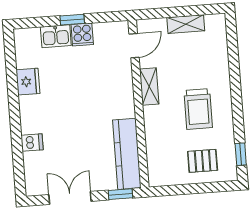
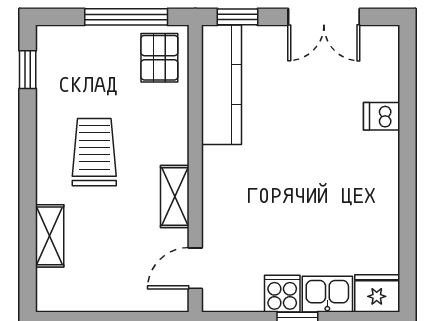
shelving: (186, 24) -> (50, 236), moved, turned 90
fridge: (28, 82) -> (377, 293), moved, turned 90
pallet: (203, 161) -> (159, 58), moved, turned 90
window: (185, 189) -> (126, 17), added

